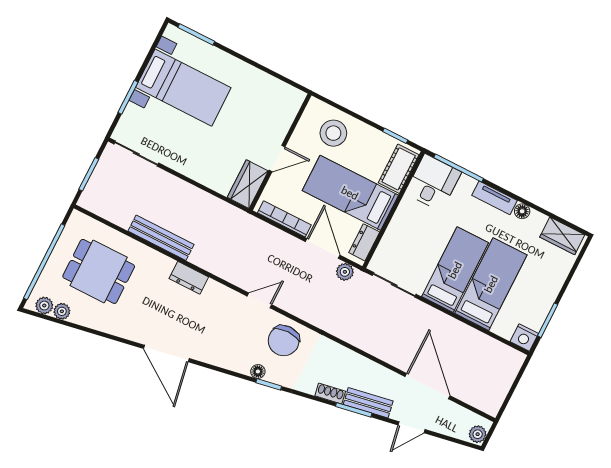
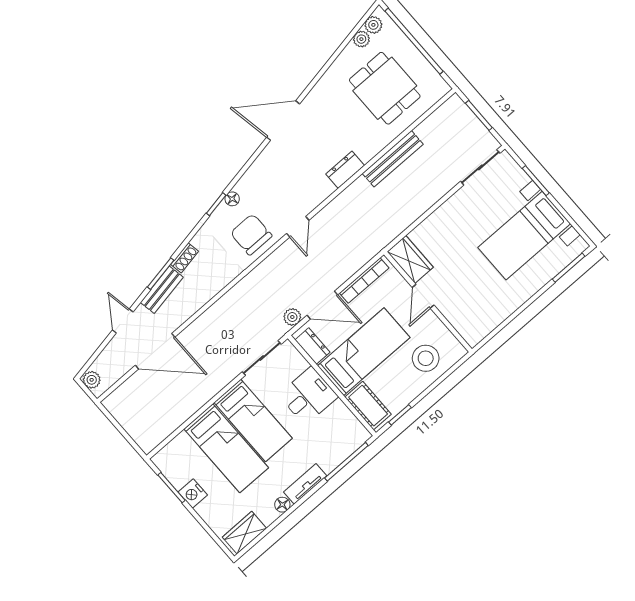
desk: (433, 183) -> (308, 396), moved, turned -90
dining table: (99, 271) -> (385, 88), turned 90
nightstand: (524, 338) -> (193, 493), moved, turned -90

